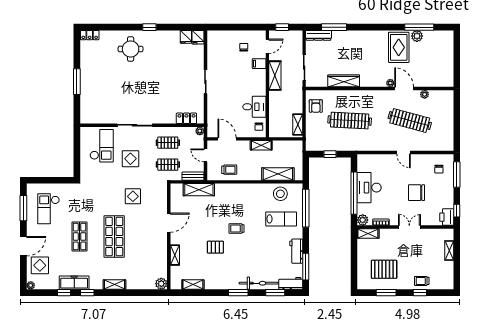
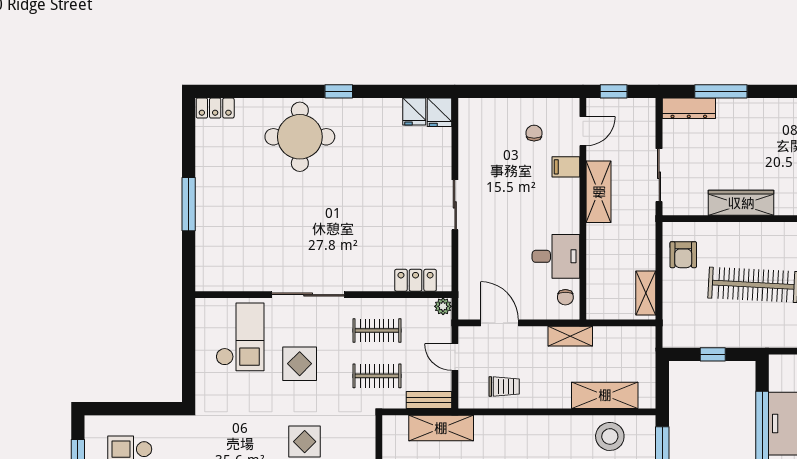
round table: (131, 49) -> (300, 137), width x1.36, depth x1.36

